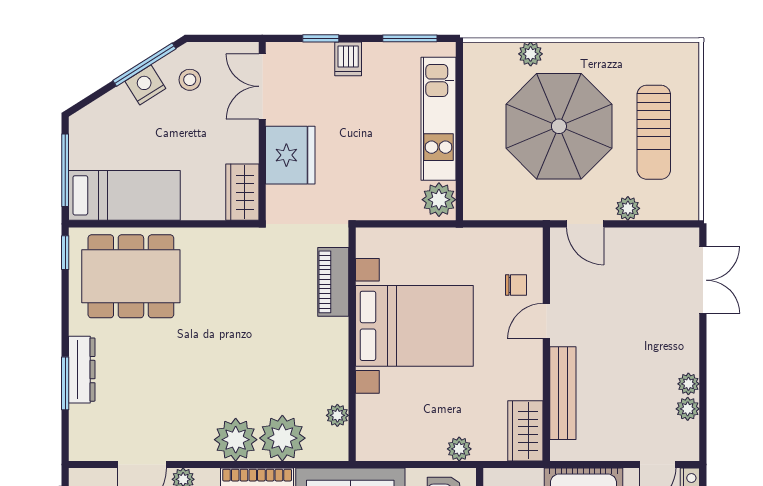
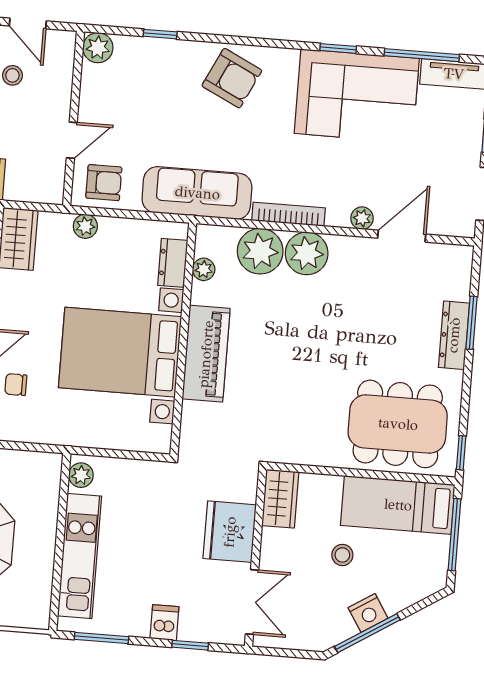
stool: (190, 80) -> (342, 555), moved
plant: (439, 200) -> (81, 475), width x0.73, depth x0.73
piano: (333, 282) -> (206, 354), moved, width x1.37, depth x1.33
dresser: (369, 419) -> (173, 263), added

